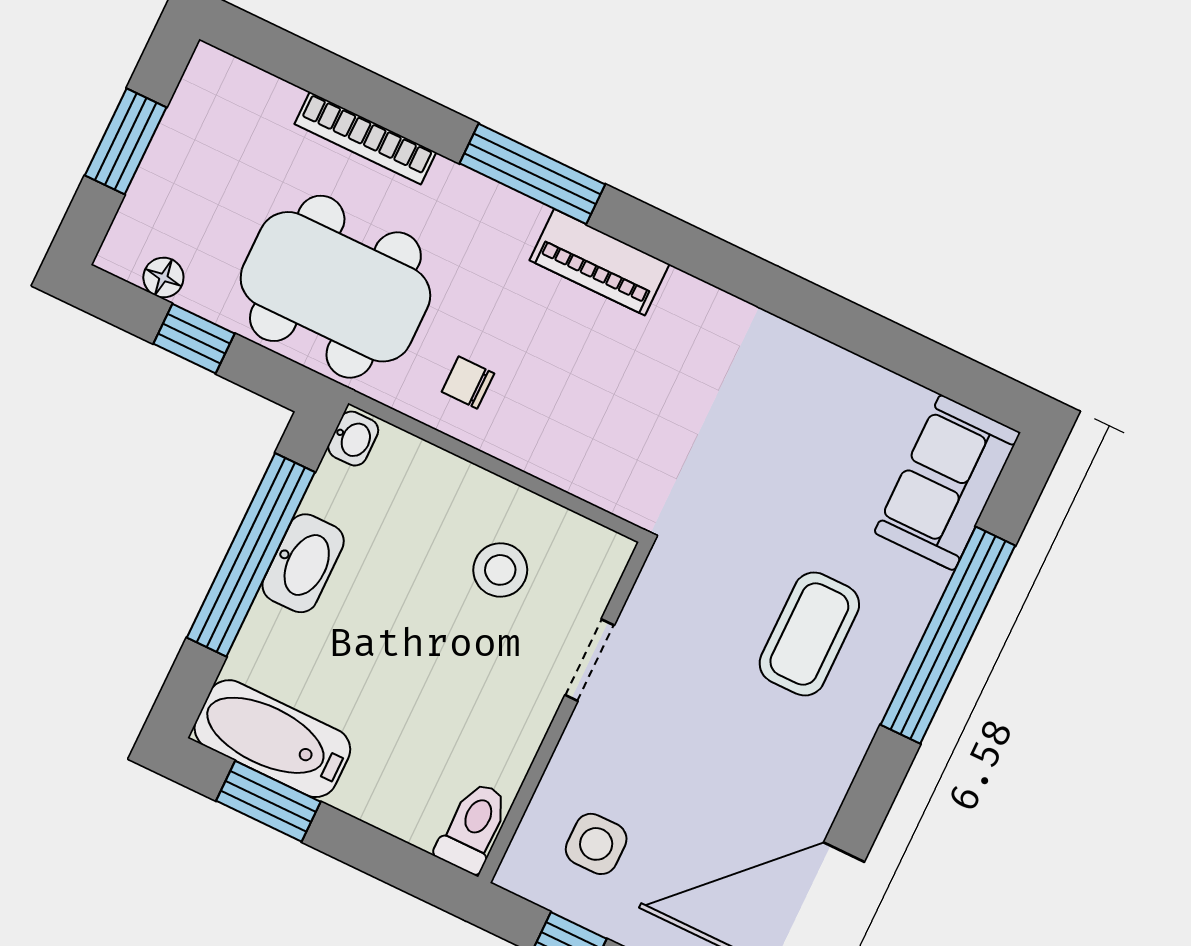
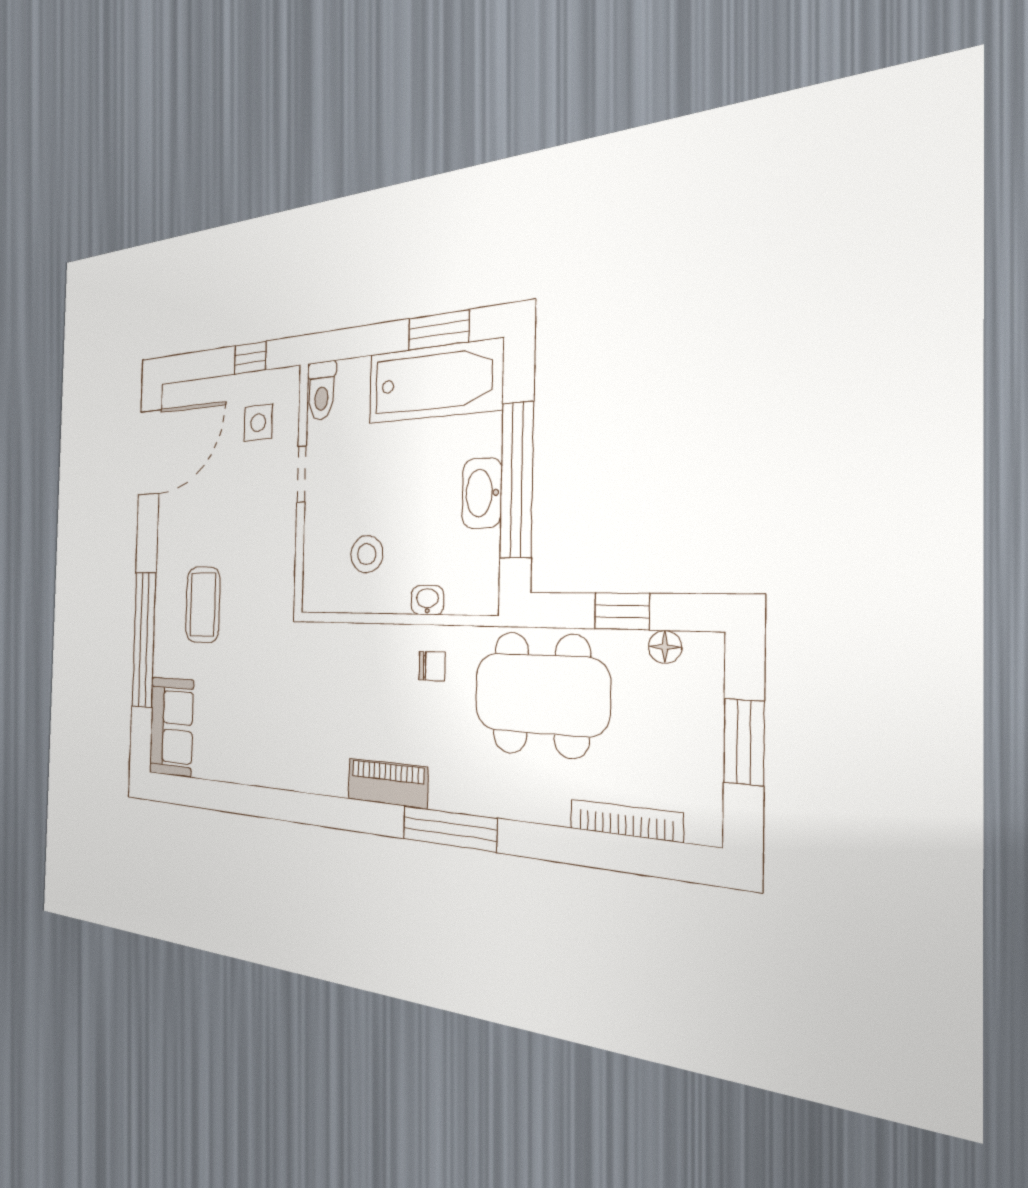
bookcase: (365, 138) -> (626, 821), moved
washbasin: (353, 439) -> (427, 600), moved, turned 90
doorway: (590, 660) -> (302, 474), moved
bathtub: (272, 739) -> (435, 382), width x1.36, depth x1.36

